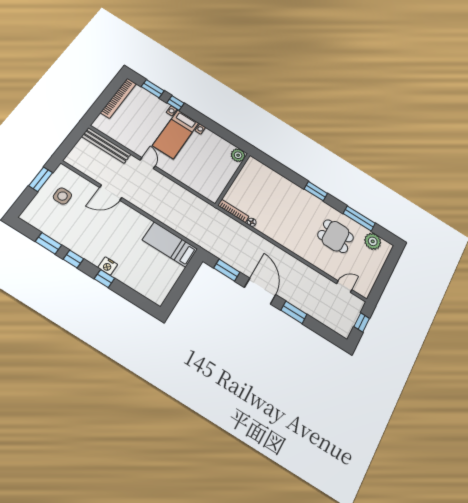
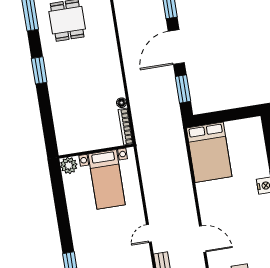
bed with nightstands: (176, 134) -> (107, 179), moved, turned 90
bed: (170, 244) -> (209, 152), width x1.50

